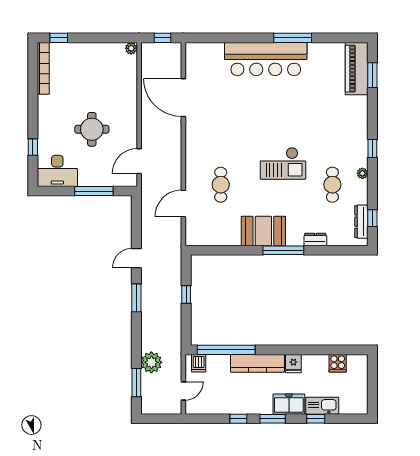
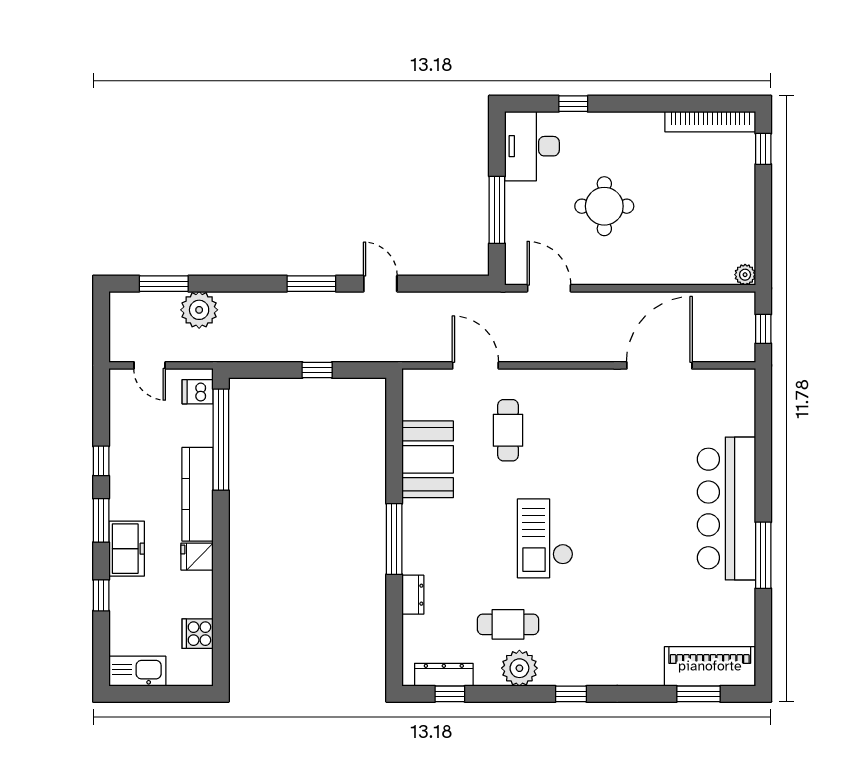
plant: (362, 173) -> (519, 668), width x1.88, depth x1.88
cafe table: (221, 185) -> (508, 430), turned 90
booth: (263, 231) -> (428, 459), moved
kitchen sink: (322, 406) -> (137, 671), moved, turned -90

